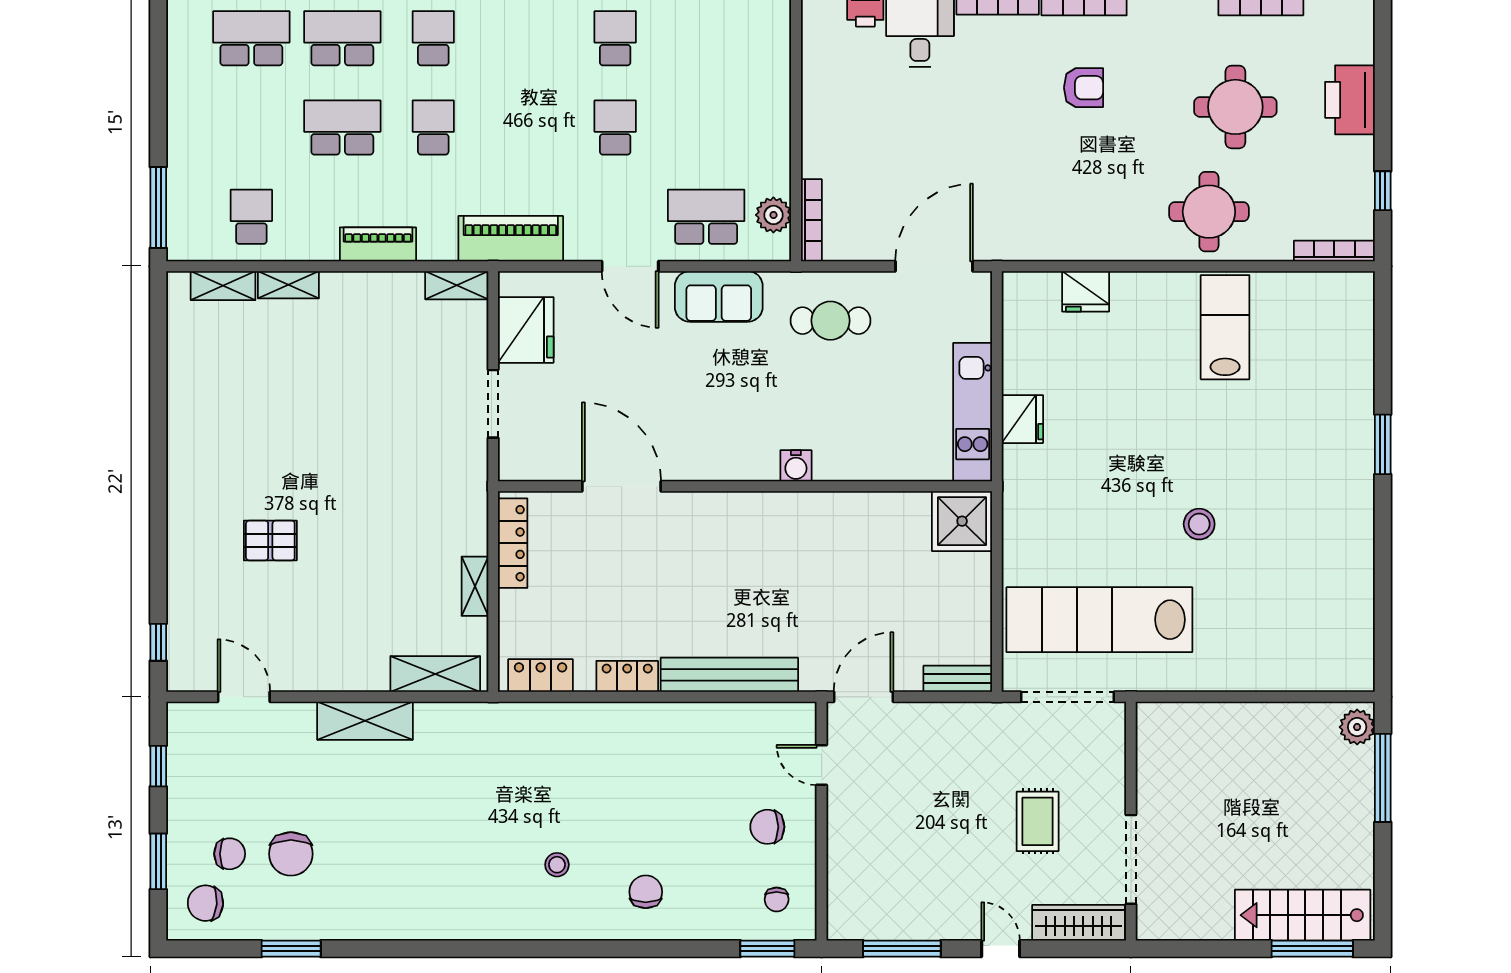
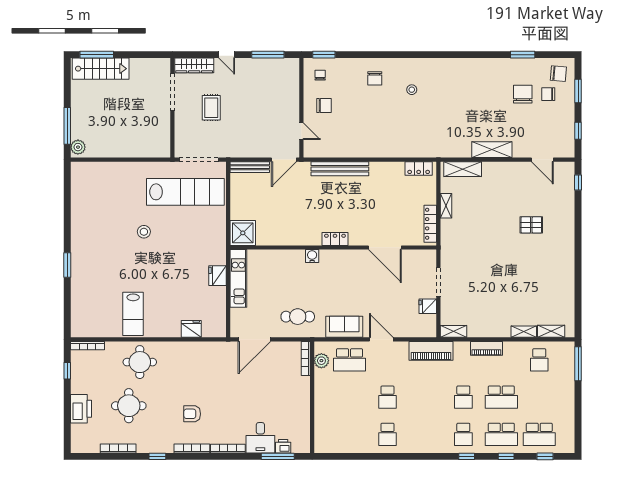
fridge: (526, 330) -> (428, 306), width x0.53, depth x0.75
locker: (627, 676) -> (335, 239), moved, turned 180
bench: (958, 679) -> (250, 167), width x1.36

